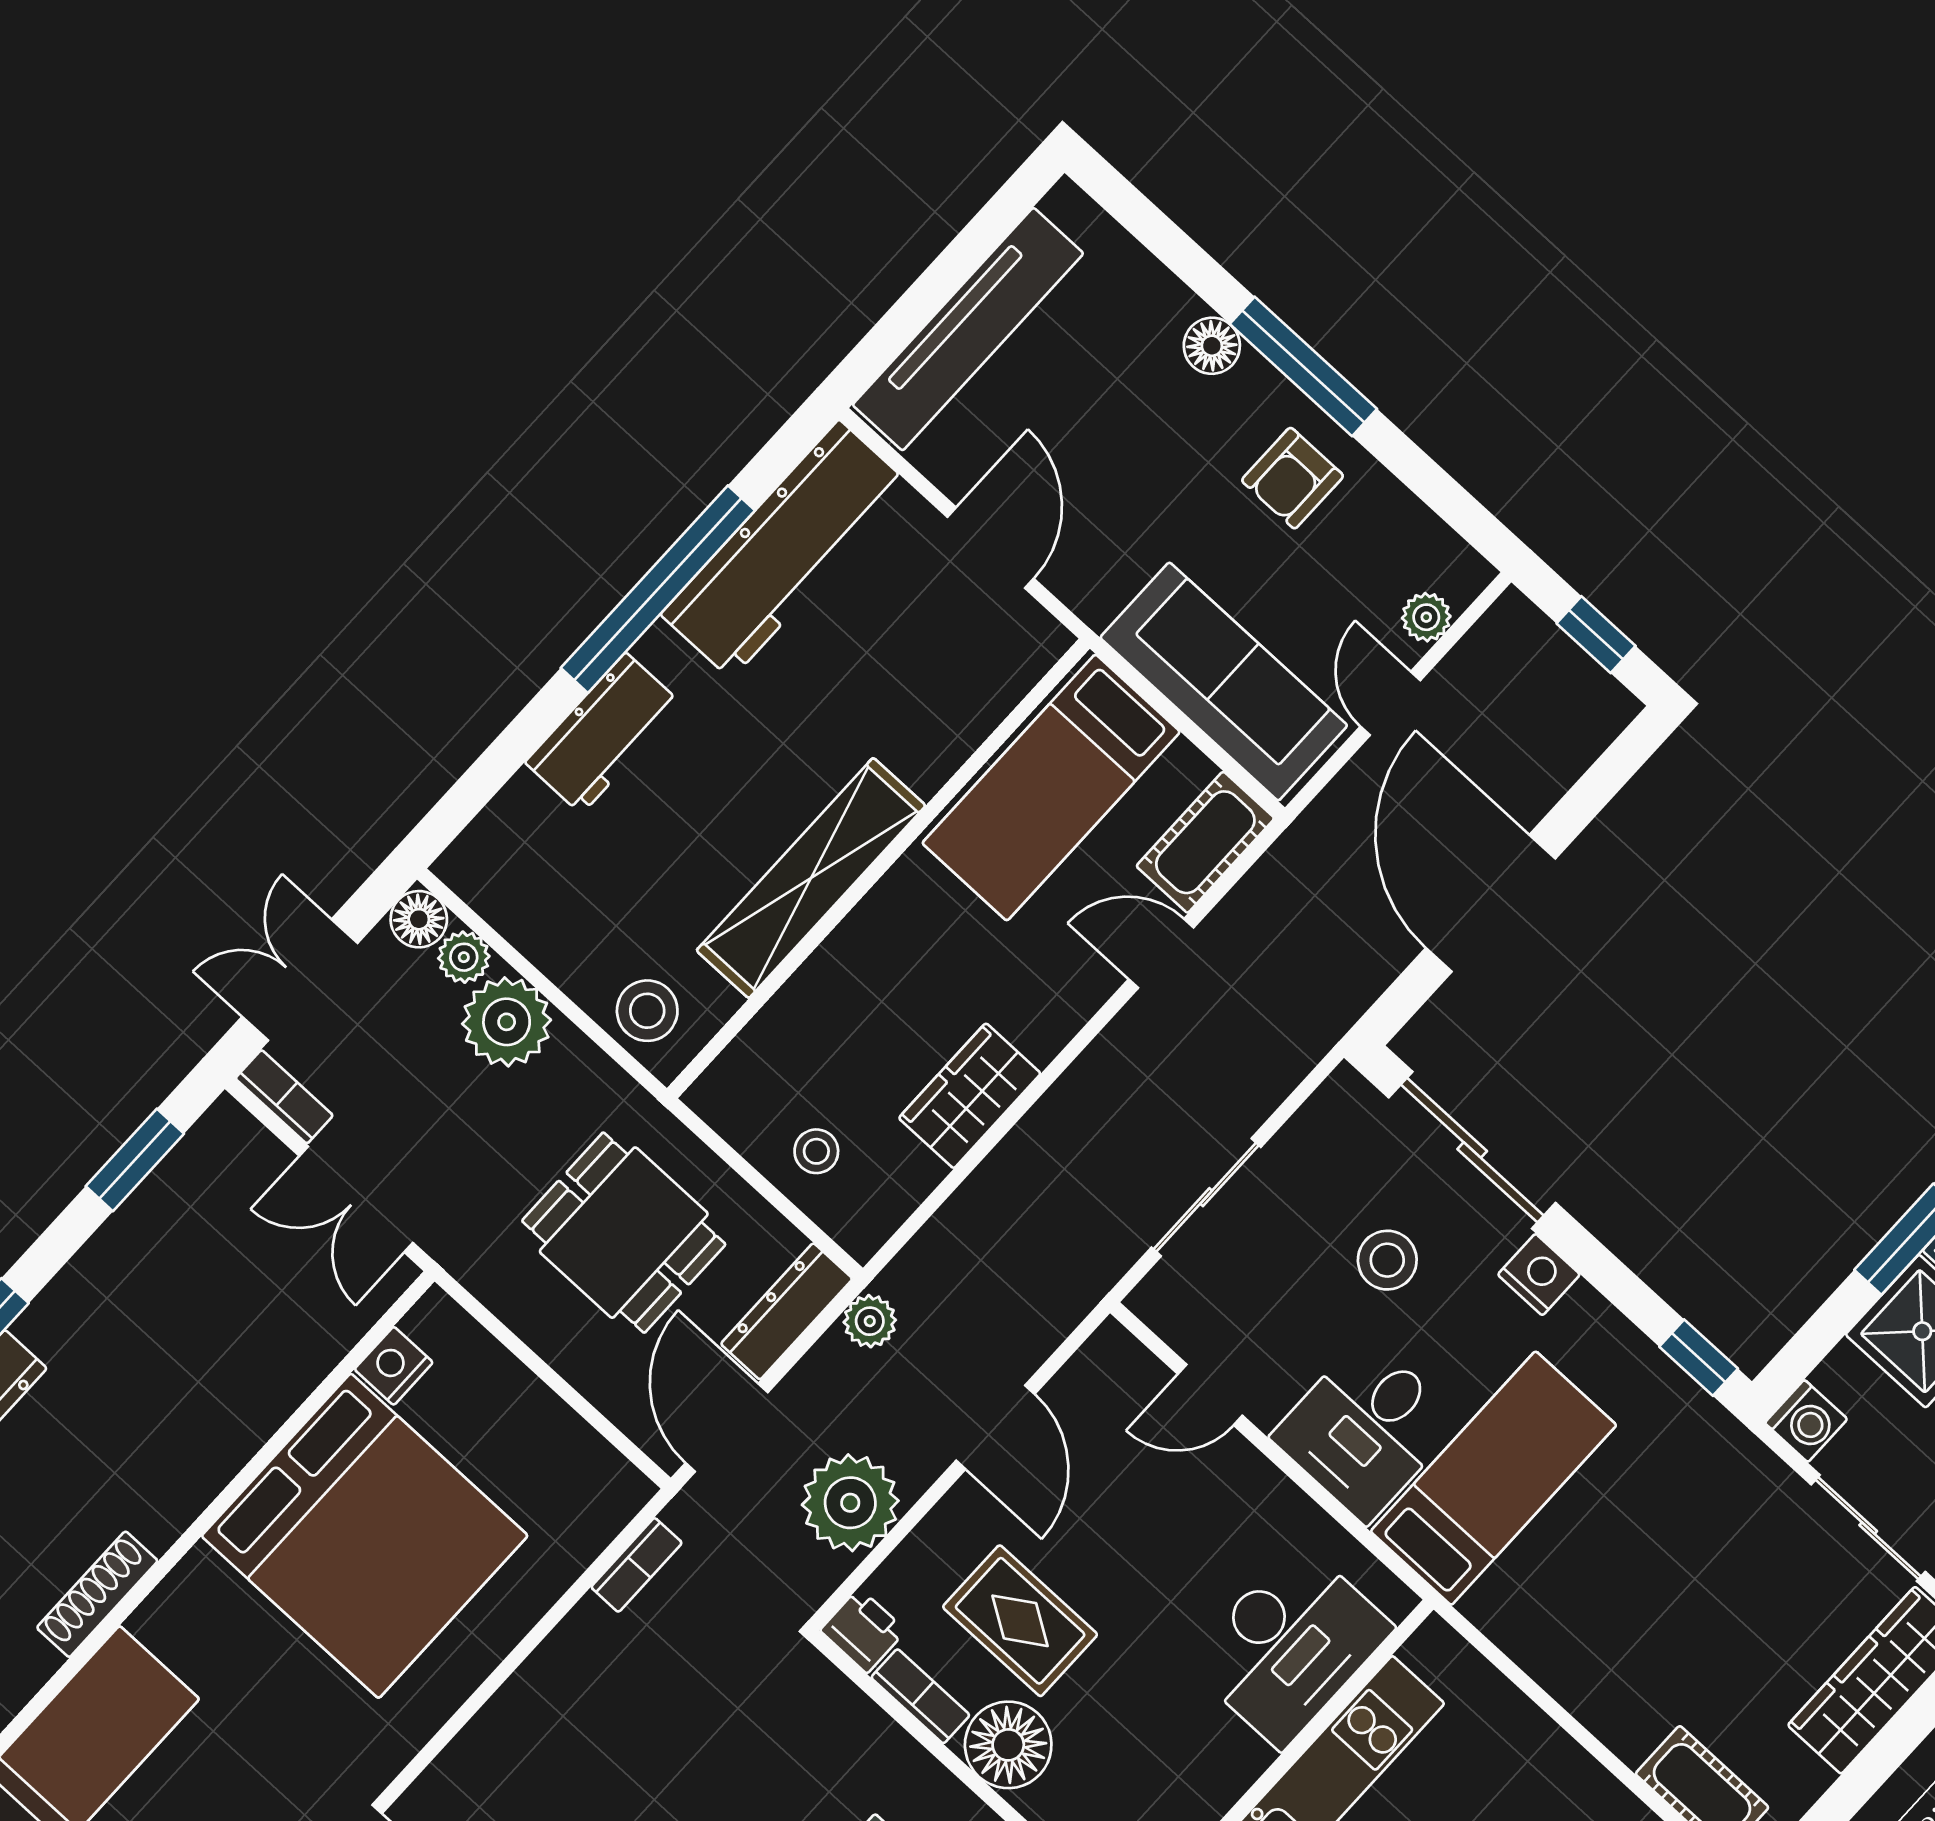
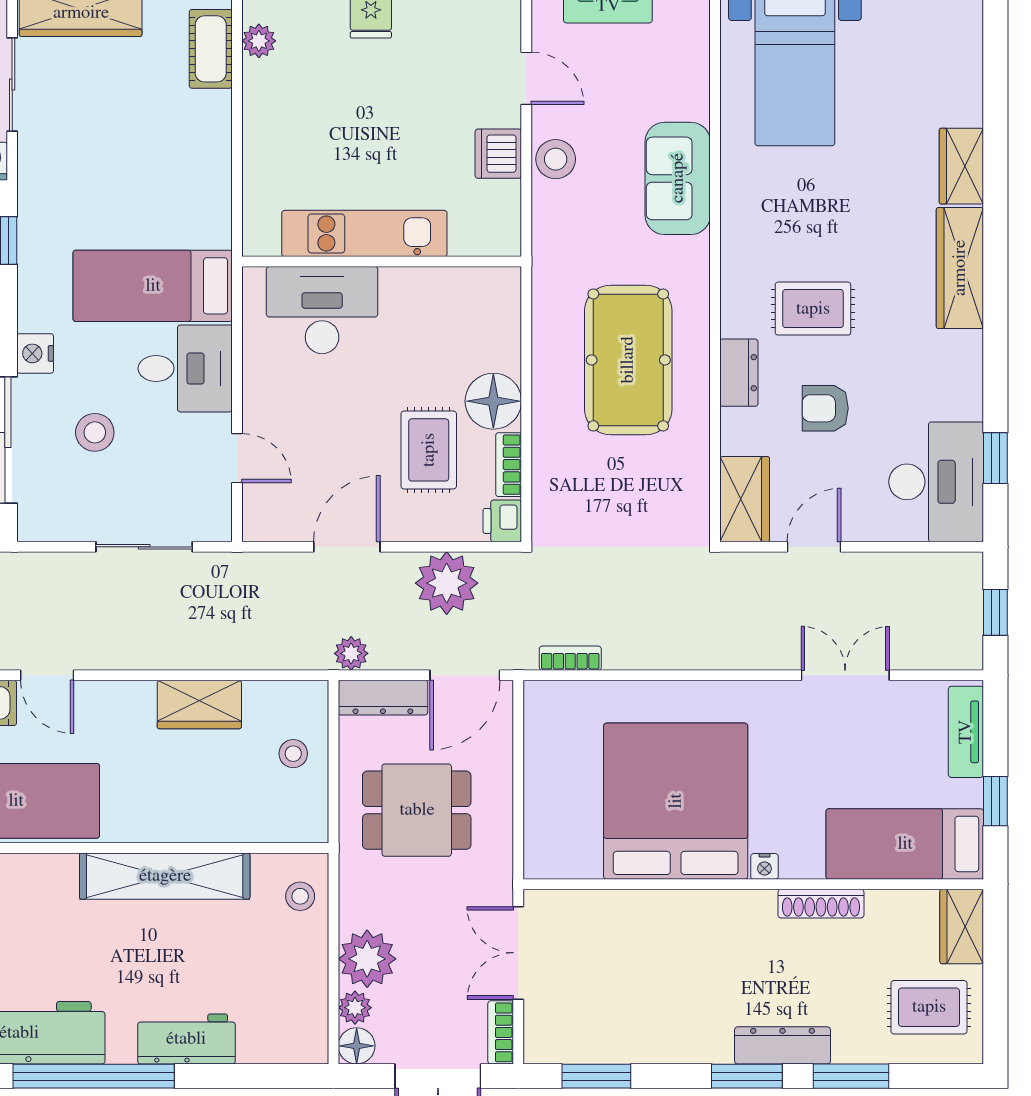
stool: (647, 1011) -> (300, 896), width x0.73, depth x0.73
double door: (356, 1199) -> (518, 953), swing flipped
dining table: (624, 1233) -> (417, 810), turned 90
nightstand: (394, 1366) -> (764, 866), moved, width x0.72, depth x0.74

